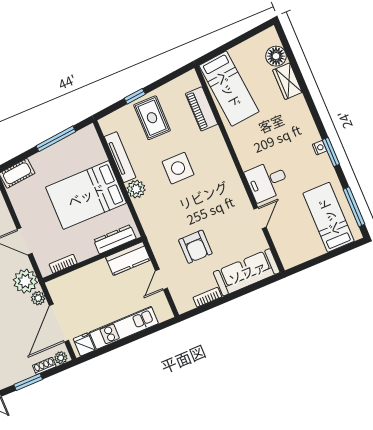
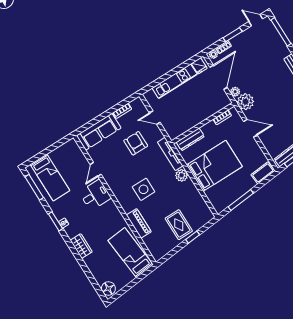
floor lamp: (276, 56) -> (108, 288), moved
wardrobe: (287, 81) -> (81, 246), moved
piano: (202, 109) -> (139, 223), moved
tv unit: (120, 157) -> (170, 154), moved
side table: (178, 168) -> (144, 189), moved
kitchen counter: (128, 259) -> (179, 128), removed
door: (161, 279) -> (155, 118), swing flipped

